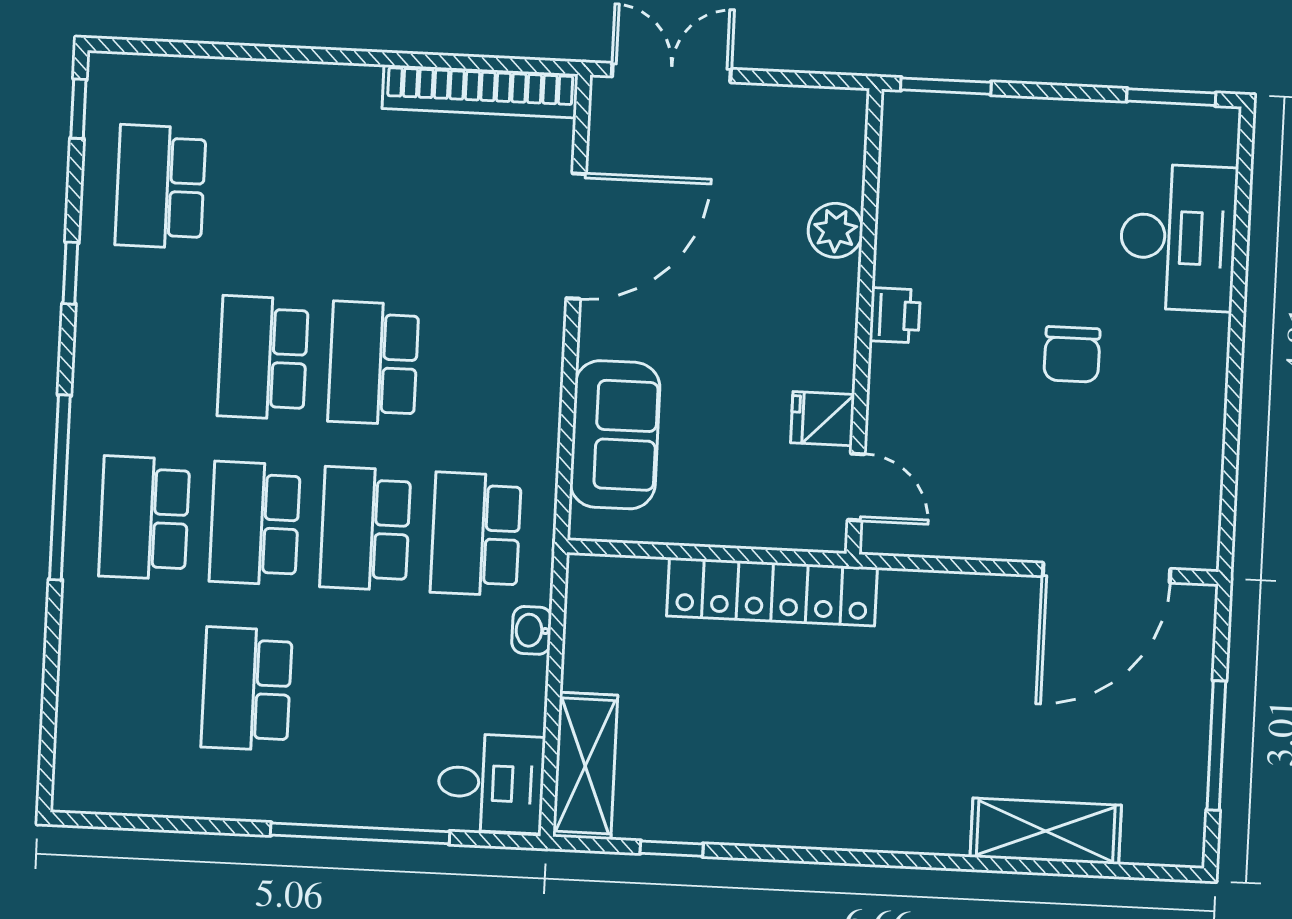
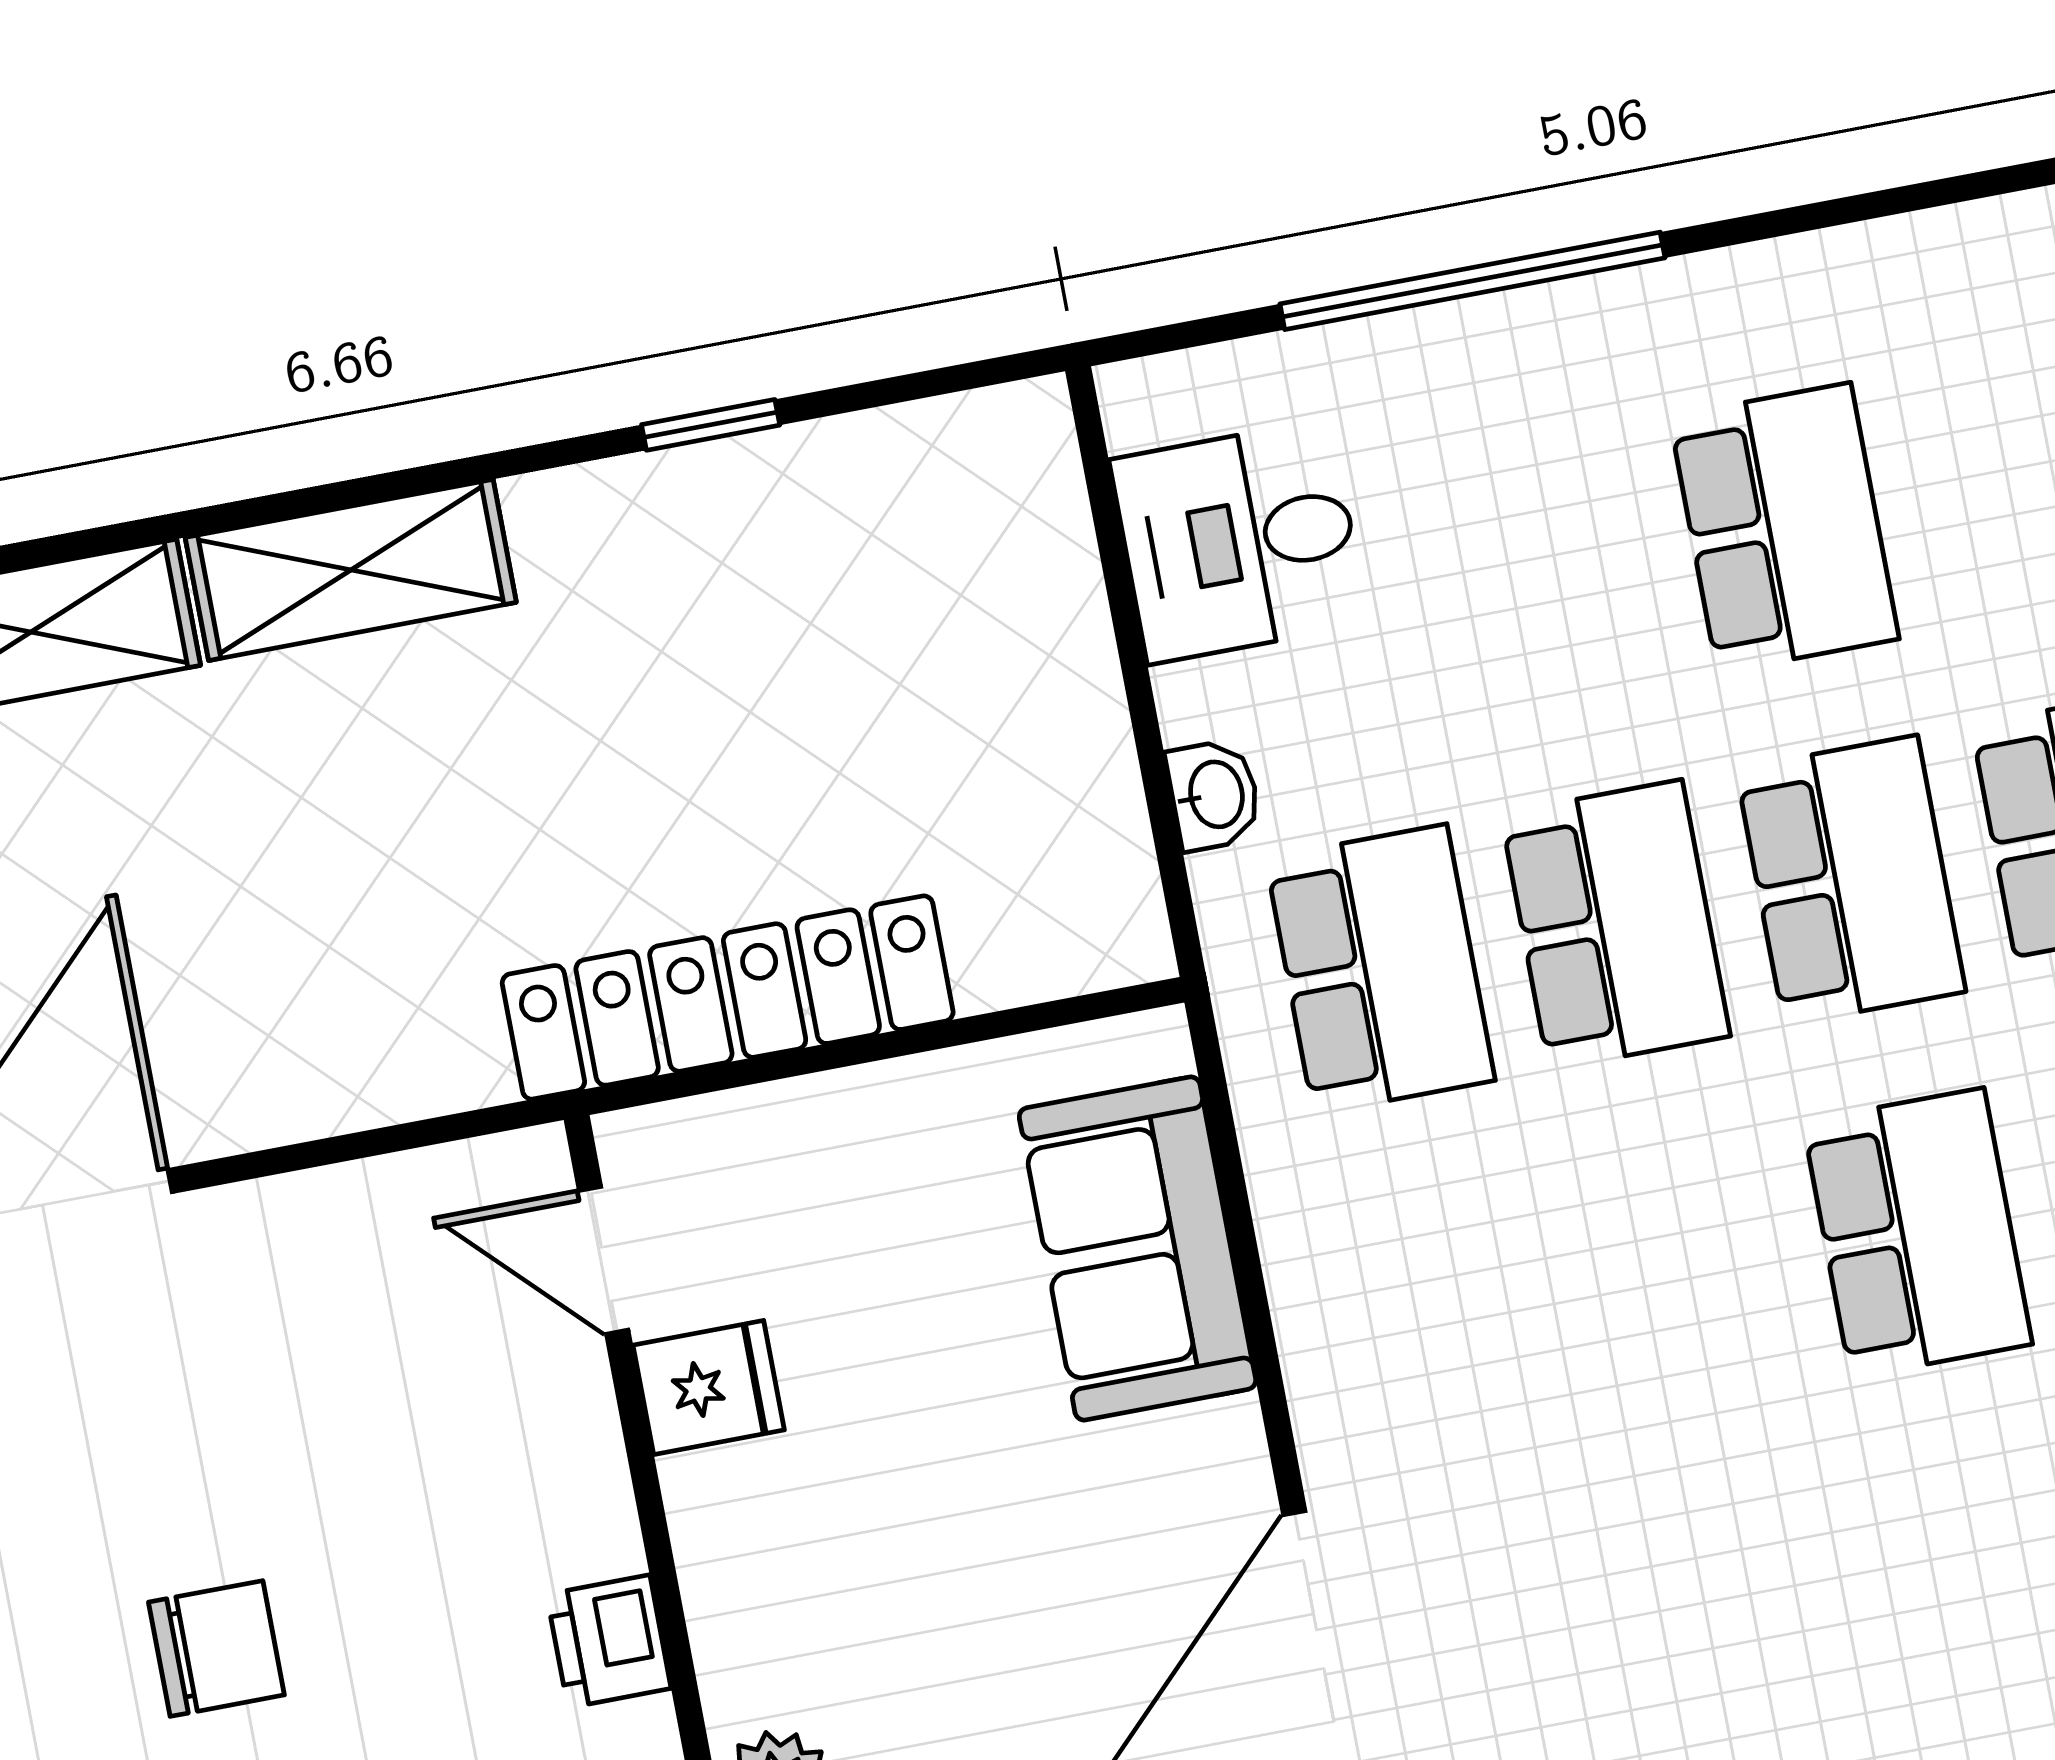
chair: (1072, 354) -> (216, 1648), turned 90
school desk: (373, 363) -> (1682, 1277), removed
shelving: (585, 766) -> (351, 570), moved, turned 90
desk: (491, 783) -> (1239, 541), moved
window: (672, 849) -> (711, 425), moved

